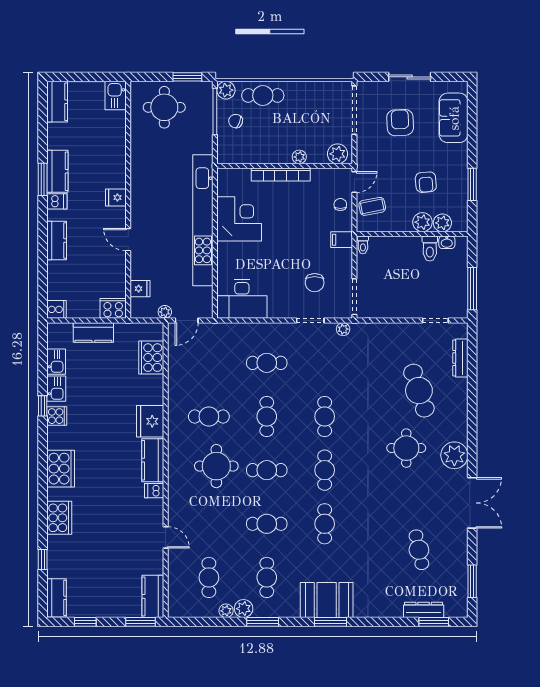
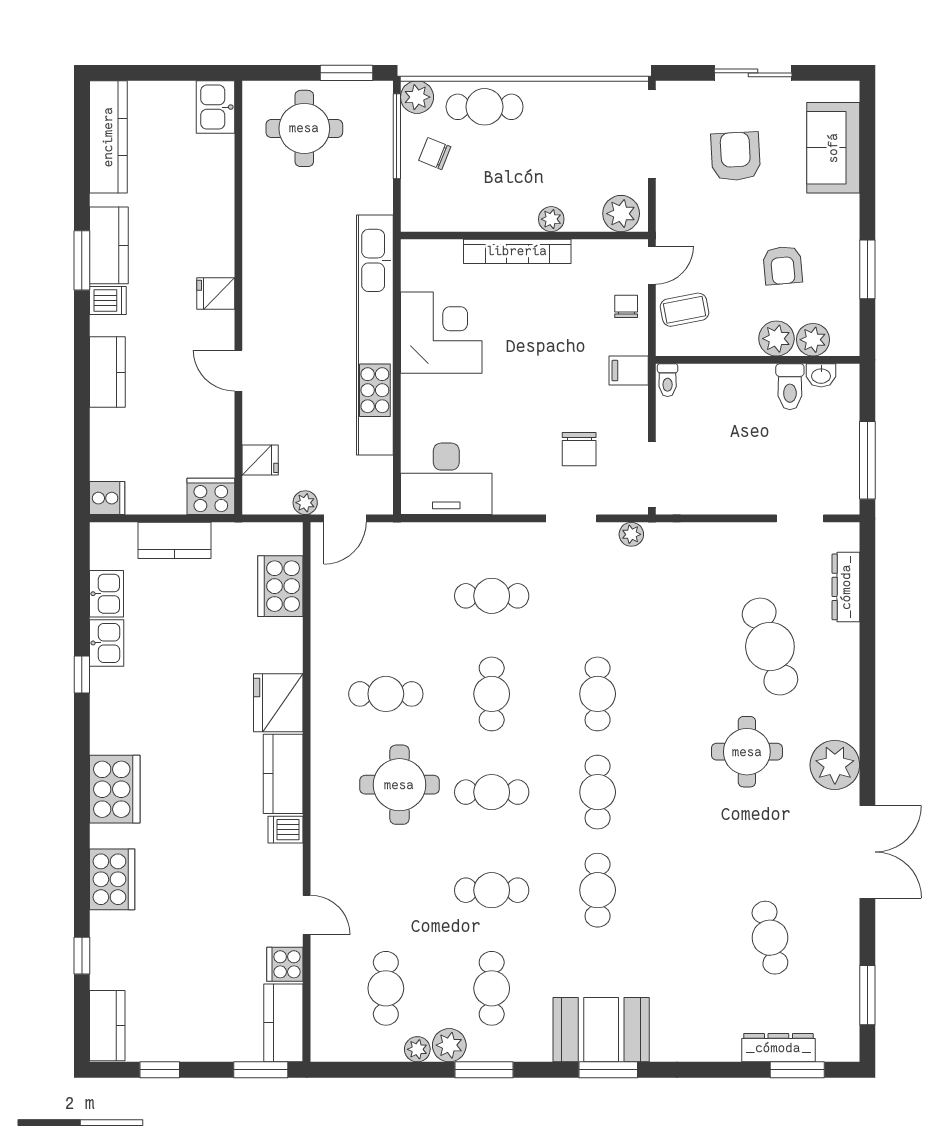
kitchen counter: (57, 102) -> (108, 137), width x1.50
cooker: (57, 416) -> (285, 964), moved, turned 180

